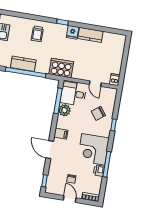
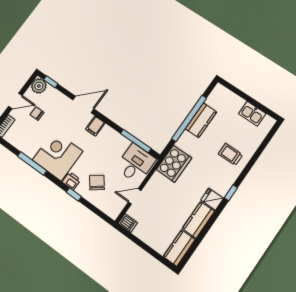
kitchen counter: (114, 39) -> (179, 248), added
plant: (65, 110) -> (39, 86), moved
printer: (99, 171) -> (71, 181), moved

